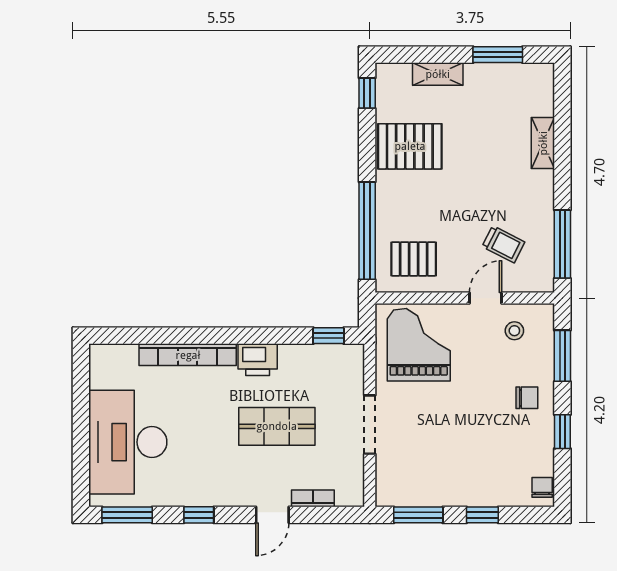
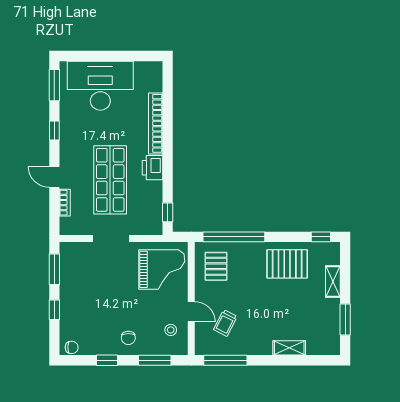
pallet: (410, 146) -> (287, 264), turned 90
shop shelf: (277, 426) -> (110, 180), width x1.43, depth x1.36

